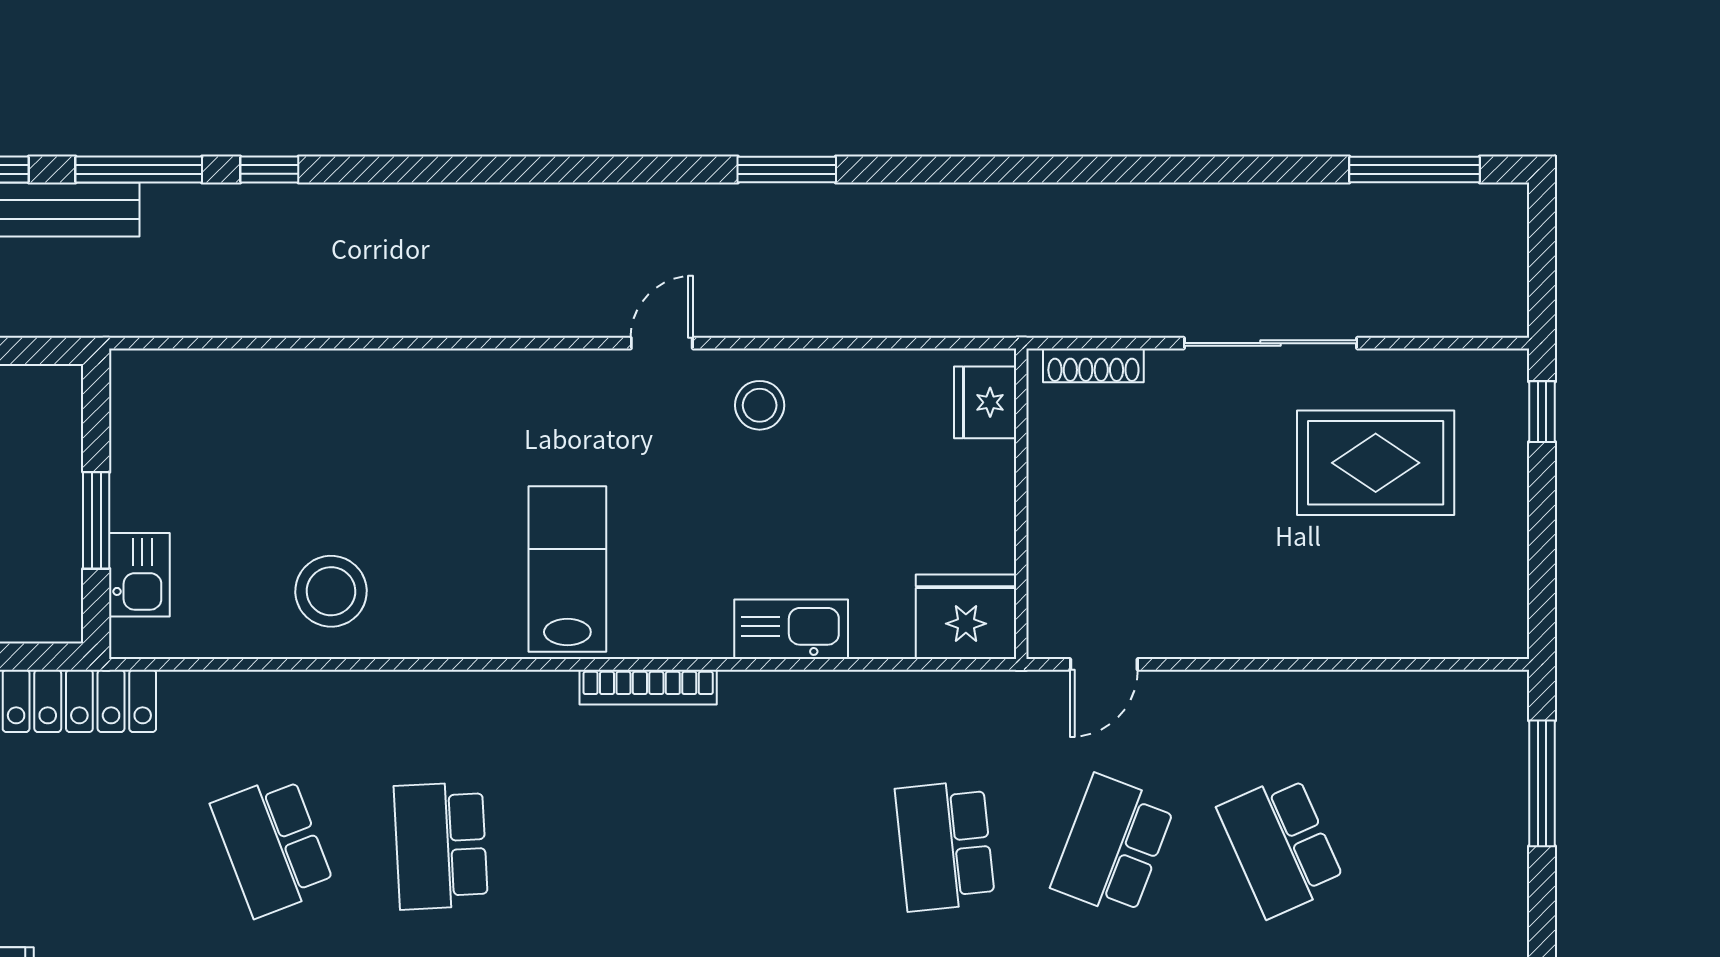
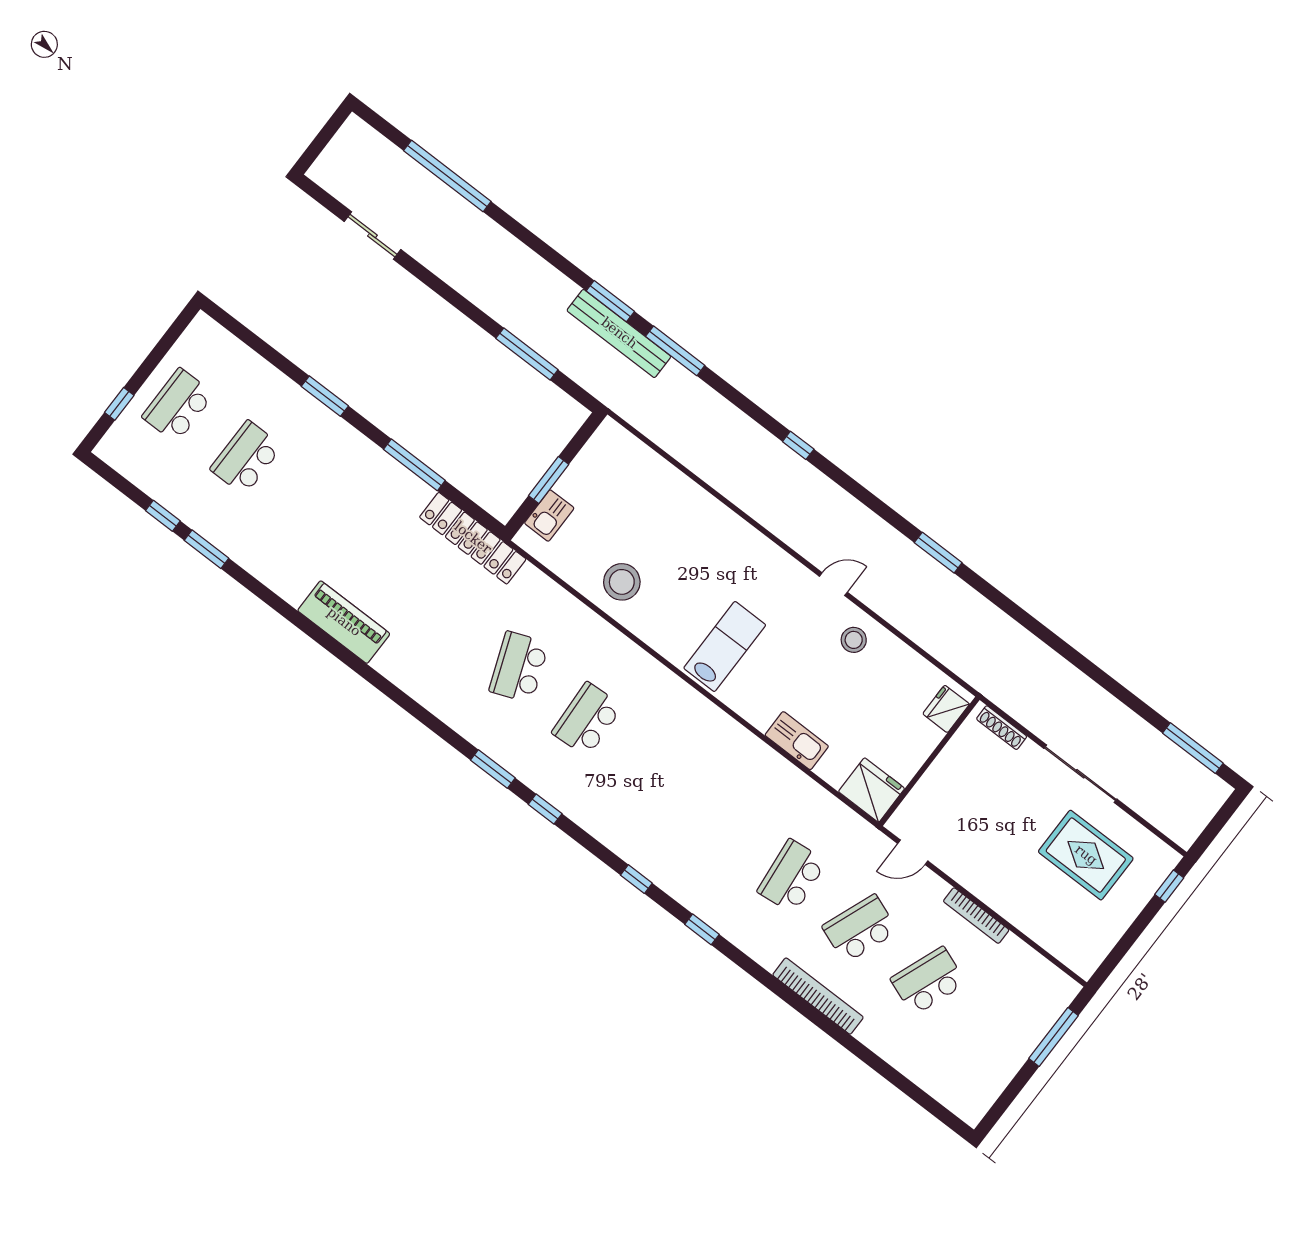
window: (269, 169) -> (798, 445), moved
bookcase: (648, 687) -> (976, 916), moved
school desk: (1281, 846) -> (928, 981), turned 45

